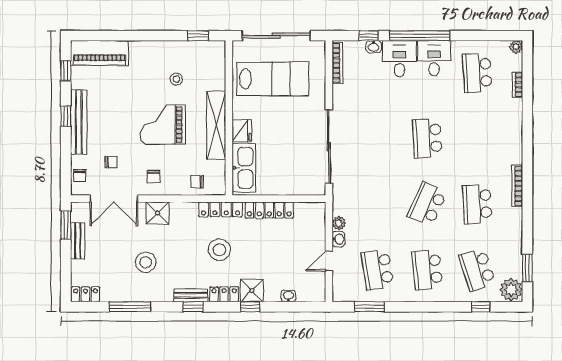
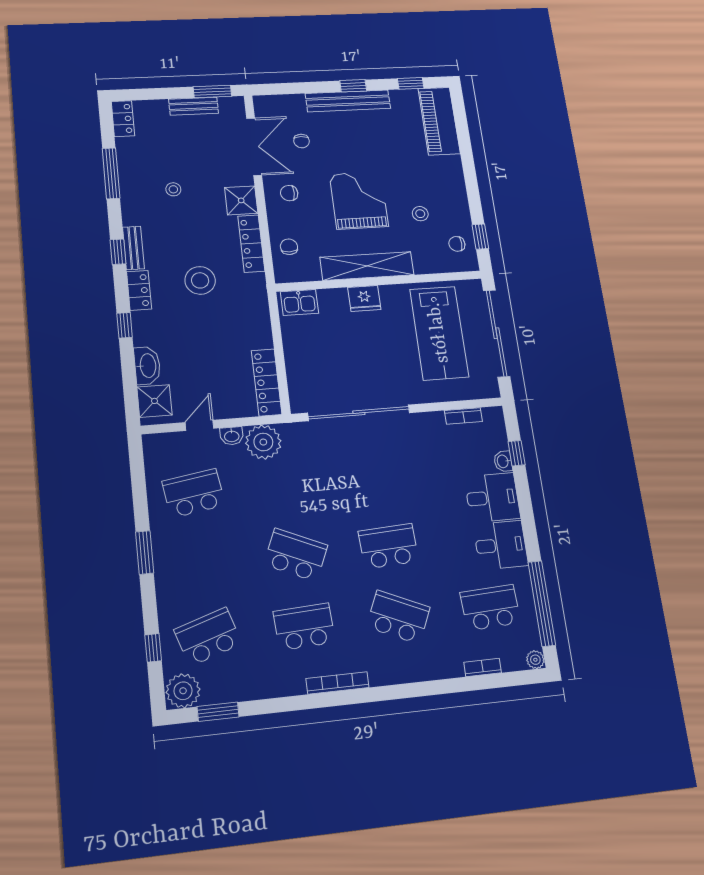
window: (420, 36) -> (542, 603), moved
bookcase: (337, 63) -> (463, 416), width x0.64
kitchen sink: (244, 168) -> (299, 302), width x0.53, depth x0.81
chair: (80, 176) -> (457, 244), moved
double door: (114, 199) -> (254, 147), swing flipped
locker: (221, 209) -> (251, 244), moved
locker: (269, 210) -> (267, 382), moved
plant: (339, 223) -> (263, 442), width x1.88, depth x1.88
door: (329, 261) -> (199, 425), hinge flipped
stool: (146, 262) -> (173, 189), width x0.53, depth x0.53
school desk: (427, 270) -> (398, 617), moved, turned 30
shower: (252, 291) -> (154, 401), moved
washbasin: (288, 296) -> (147, 366), width x1.91, depth x1.45
window: (370, 307) -> (145, 552), moved

